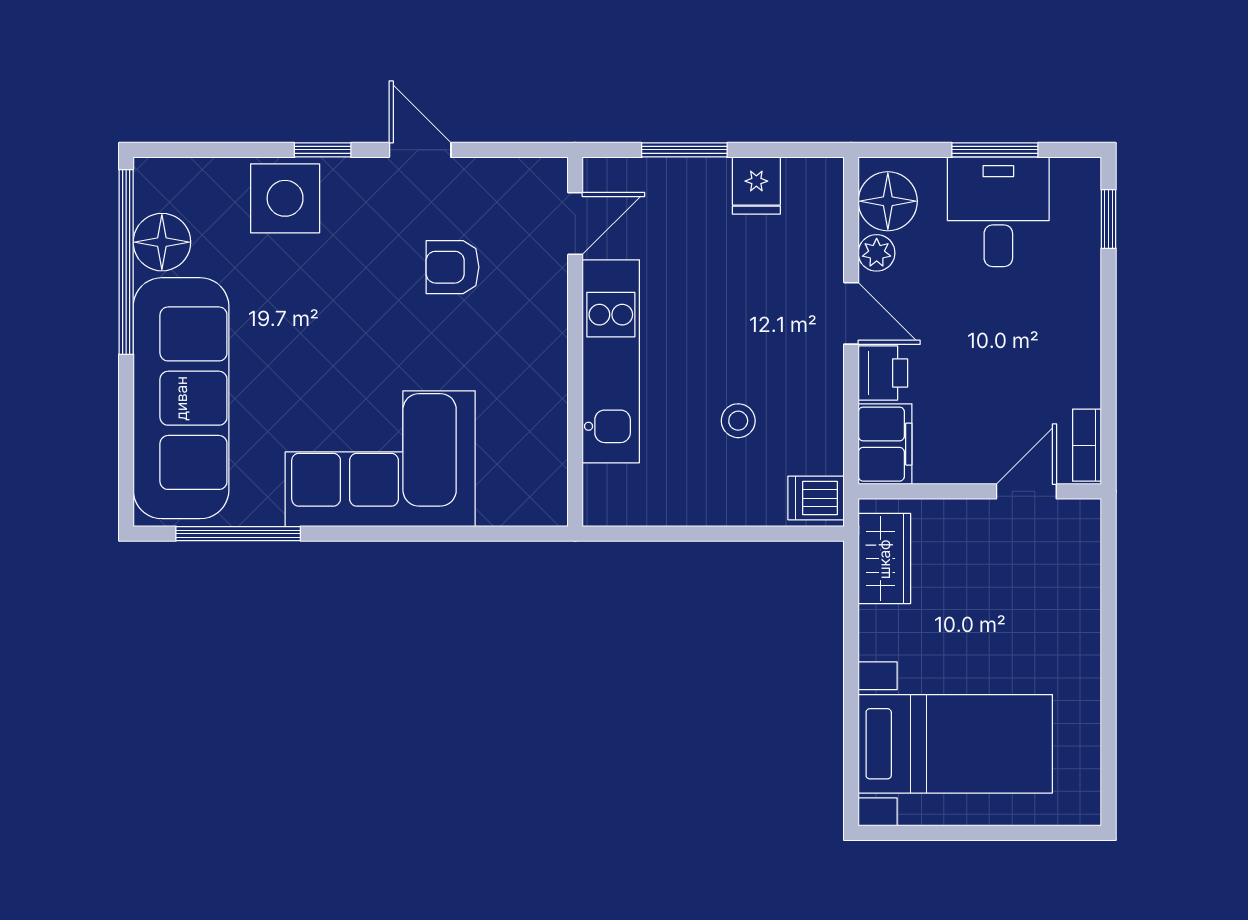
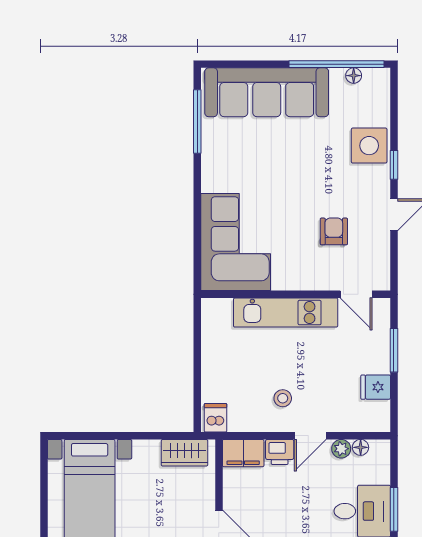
floor lamp: (888, 201) -> (361, 447), width x0.53, depth x0.53
floor lamp: (162, 242) -> (354, 76), width x0.53, depth x0.53
stool: (738, 421) -> (283, 398), moved
corner sofa: (380, 459) -> (236, 242), moved

